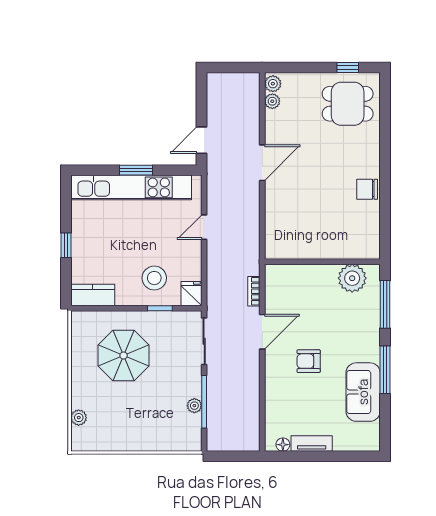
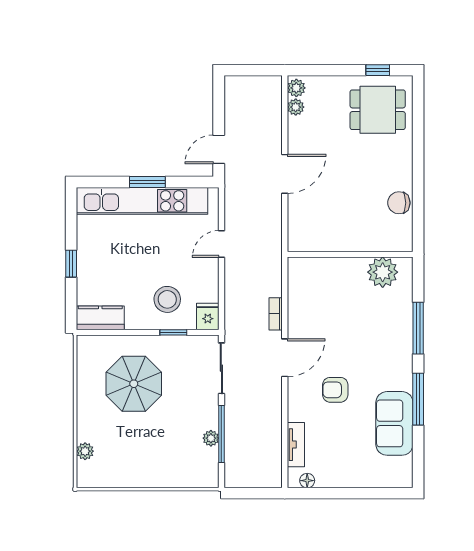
wall: (322, 262) -> (350, 254), moved
plant: (352, 278) -> (383, 272), moved
tv unit: (312, 443) -> (296, 445), moved, turned 90

